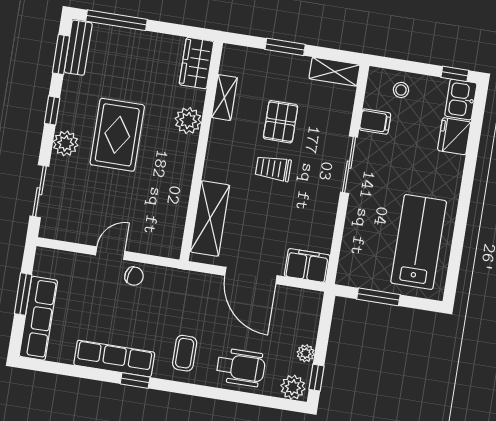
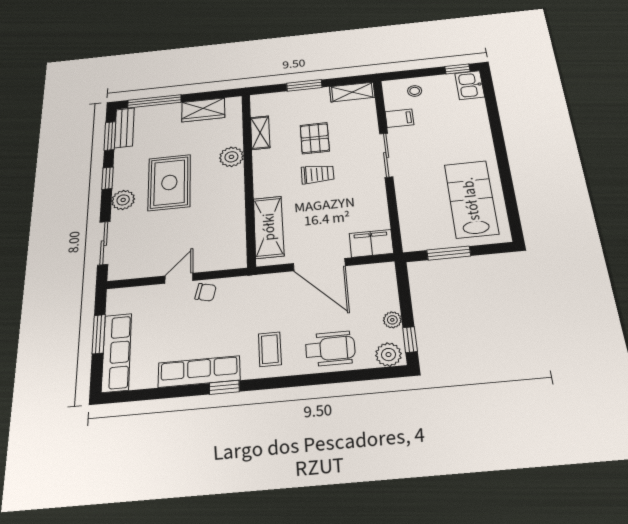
wardrobe: (197, 63) -> (203, 110), moved, turned -90
fridge: (454, 136) -> (474, 112), removed
trolley: (273, 168) -> (318, 174), turned 180

